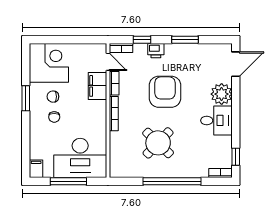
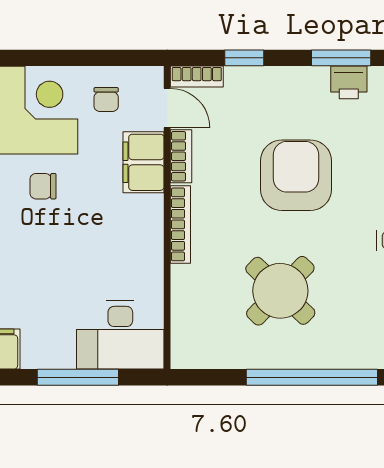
printer: (156, 51) -> (349, 82), moved
chair: (54, 117) -> (106, 100), moved
desk: (80, 158) -> (120, 335), width x0.73, depth x0.77

